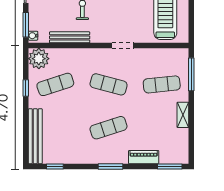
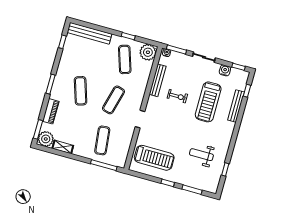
shelving: (183, 115) -> (63, 147), moved
plant: (179, 154) -> (46, 139), added

